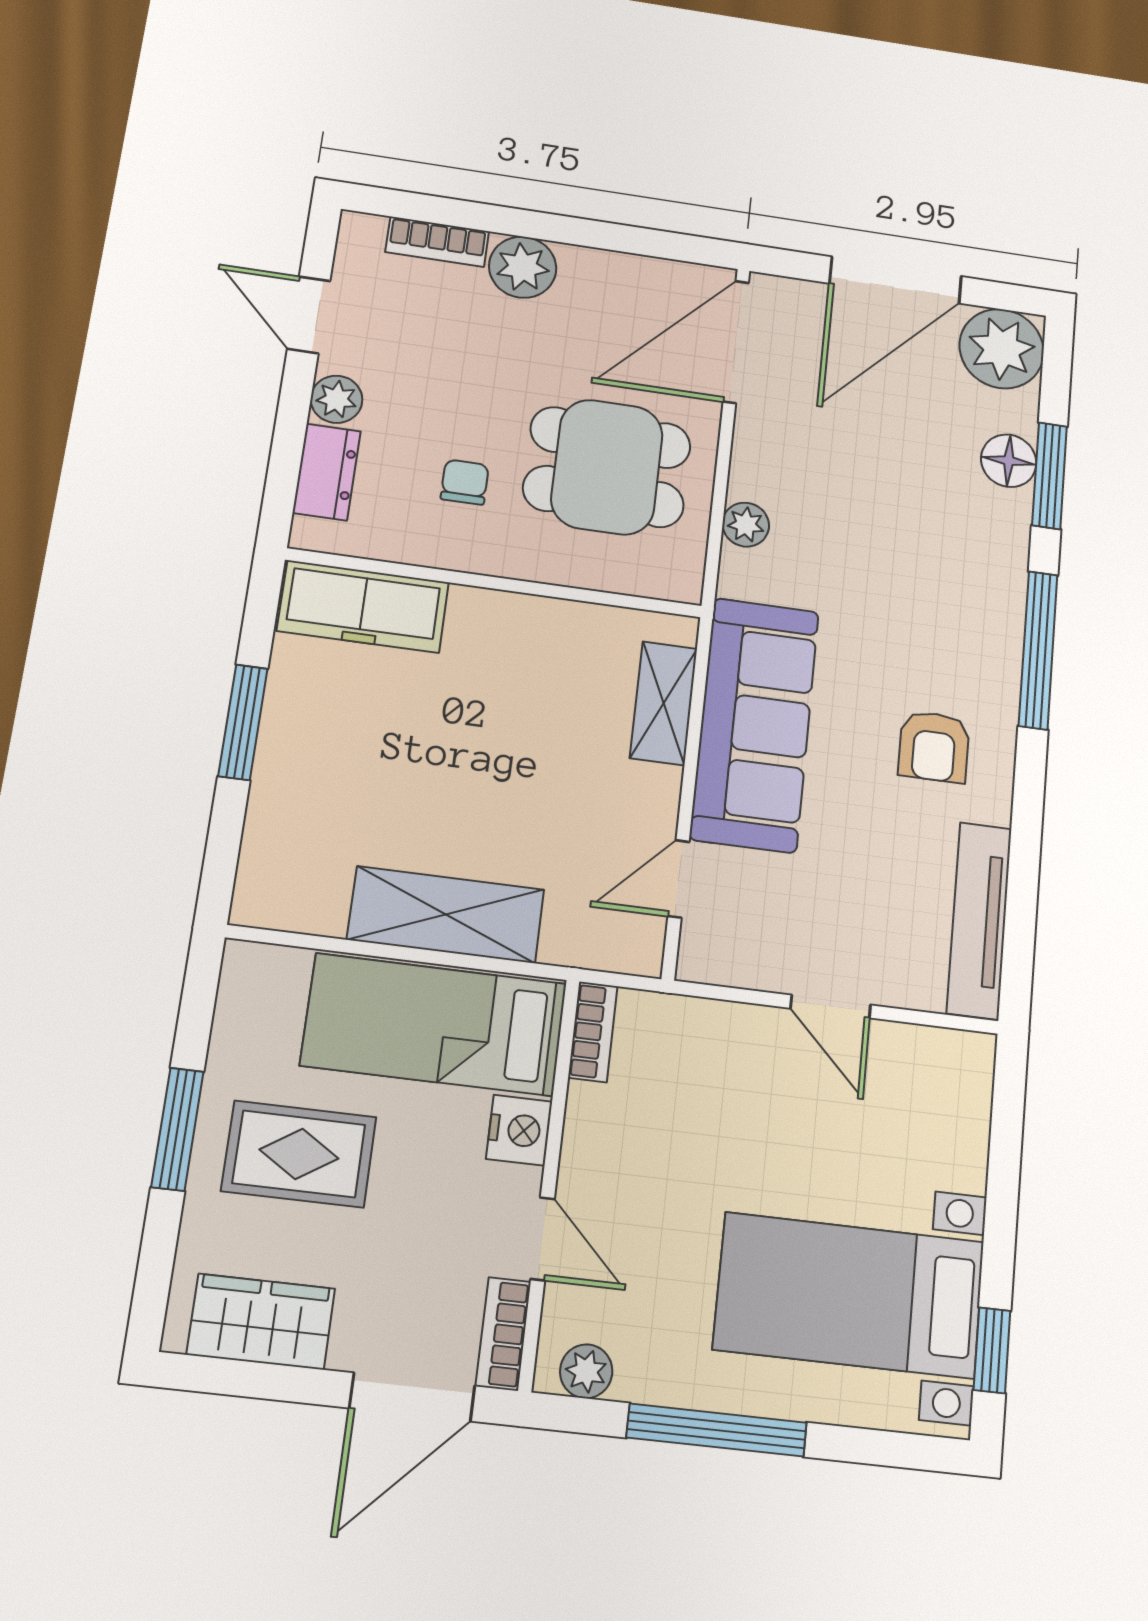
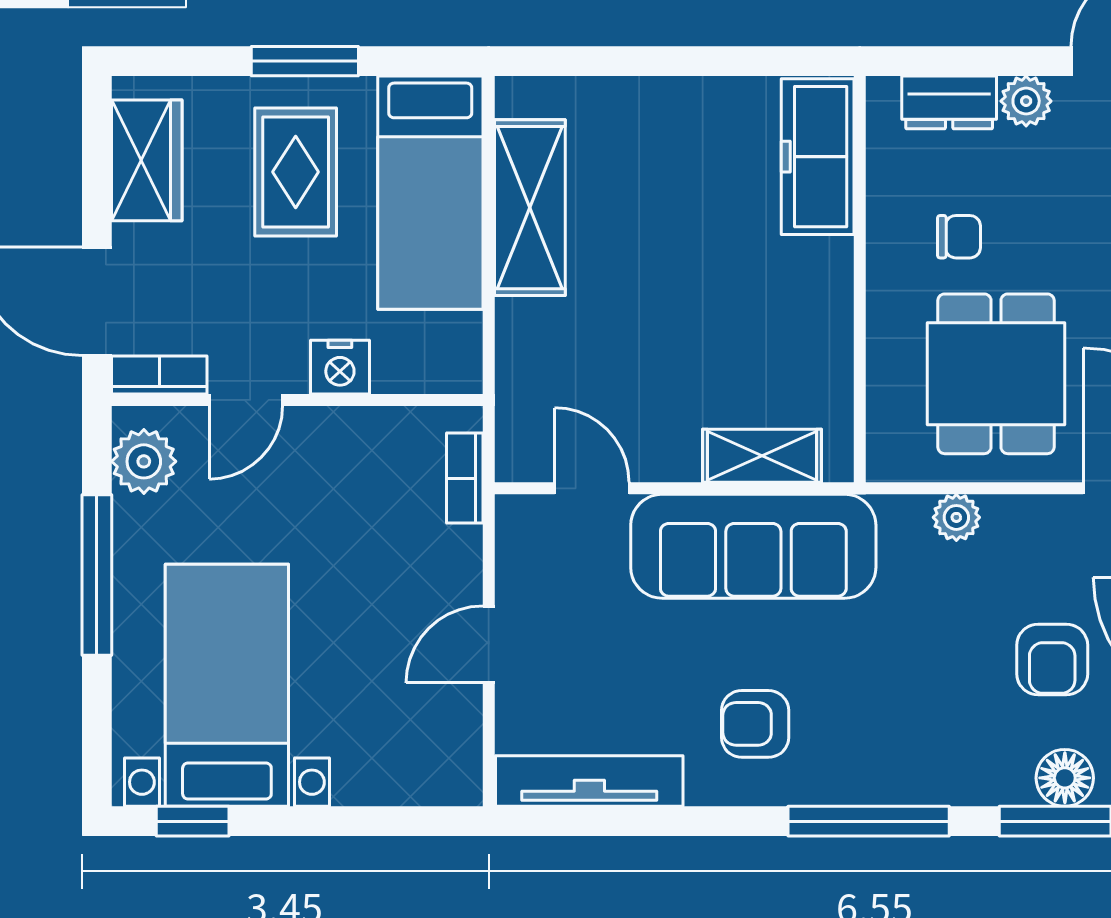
armchair: (893, 456) -> (1052, 660), added
window: (243, 722) -> (688, 61), removed
shelving: (446, 915) -> (530, 208), moved
bed: (434, 1025) -> (430, 193), moved, turned 180
bookcase: (593, 1032) -> (465, 478), moved, turned 90
plant: (586, 1371) -> (144, 461), width x1.38, depth x1.38

